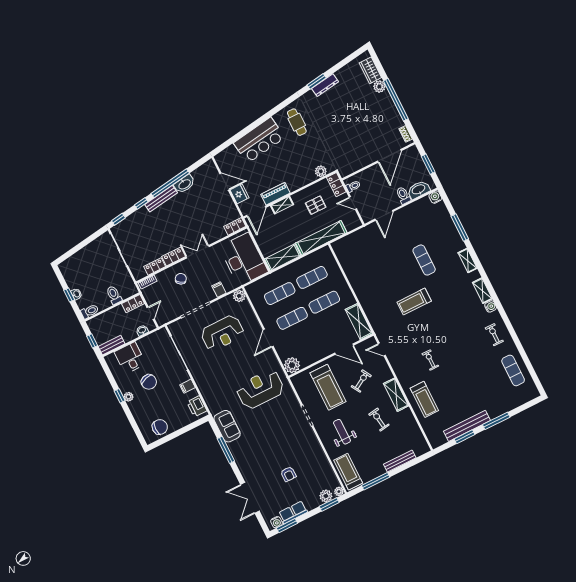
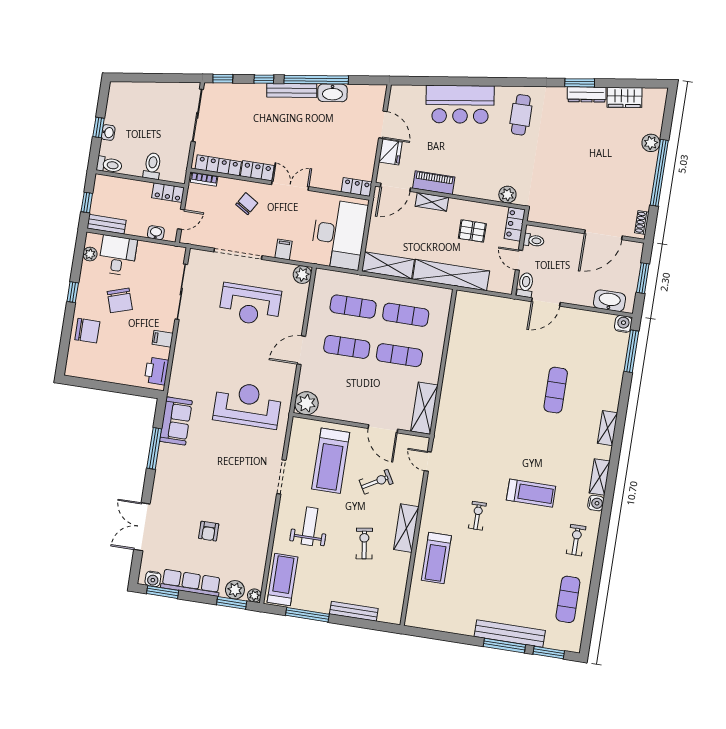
wardrobe: (370, 70) -> (624, 97), moved, turned -98
toilet: (403, 195) -> (526, 285), moved
window: (460, 228) -> (631, 351), moved
locker: (155, 267) -> (218, 165), width x1.53
treadmill: (414, 302) -> (531, 493), moved, turned 180
plant: (129, 397) -> (90, 254), moved
bench: (467, 426) -> (510, 634), moved
chair: (160, 427) -> (87, 331), moved
window: (464, 437) -> (549, 653), moved
row of seats: (293, 512) -> (191, 583), width x1.48

